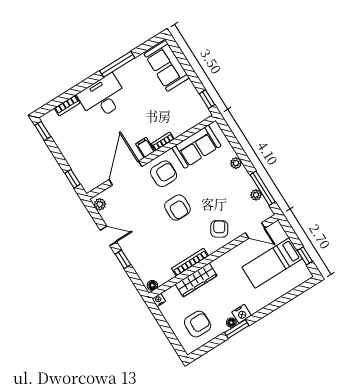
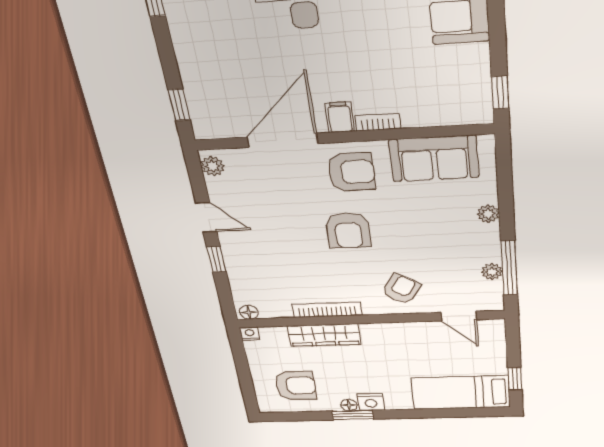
bed: (272, 263) -> (461, 393), moved

